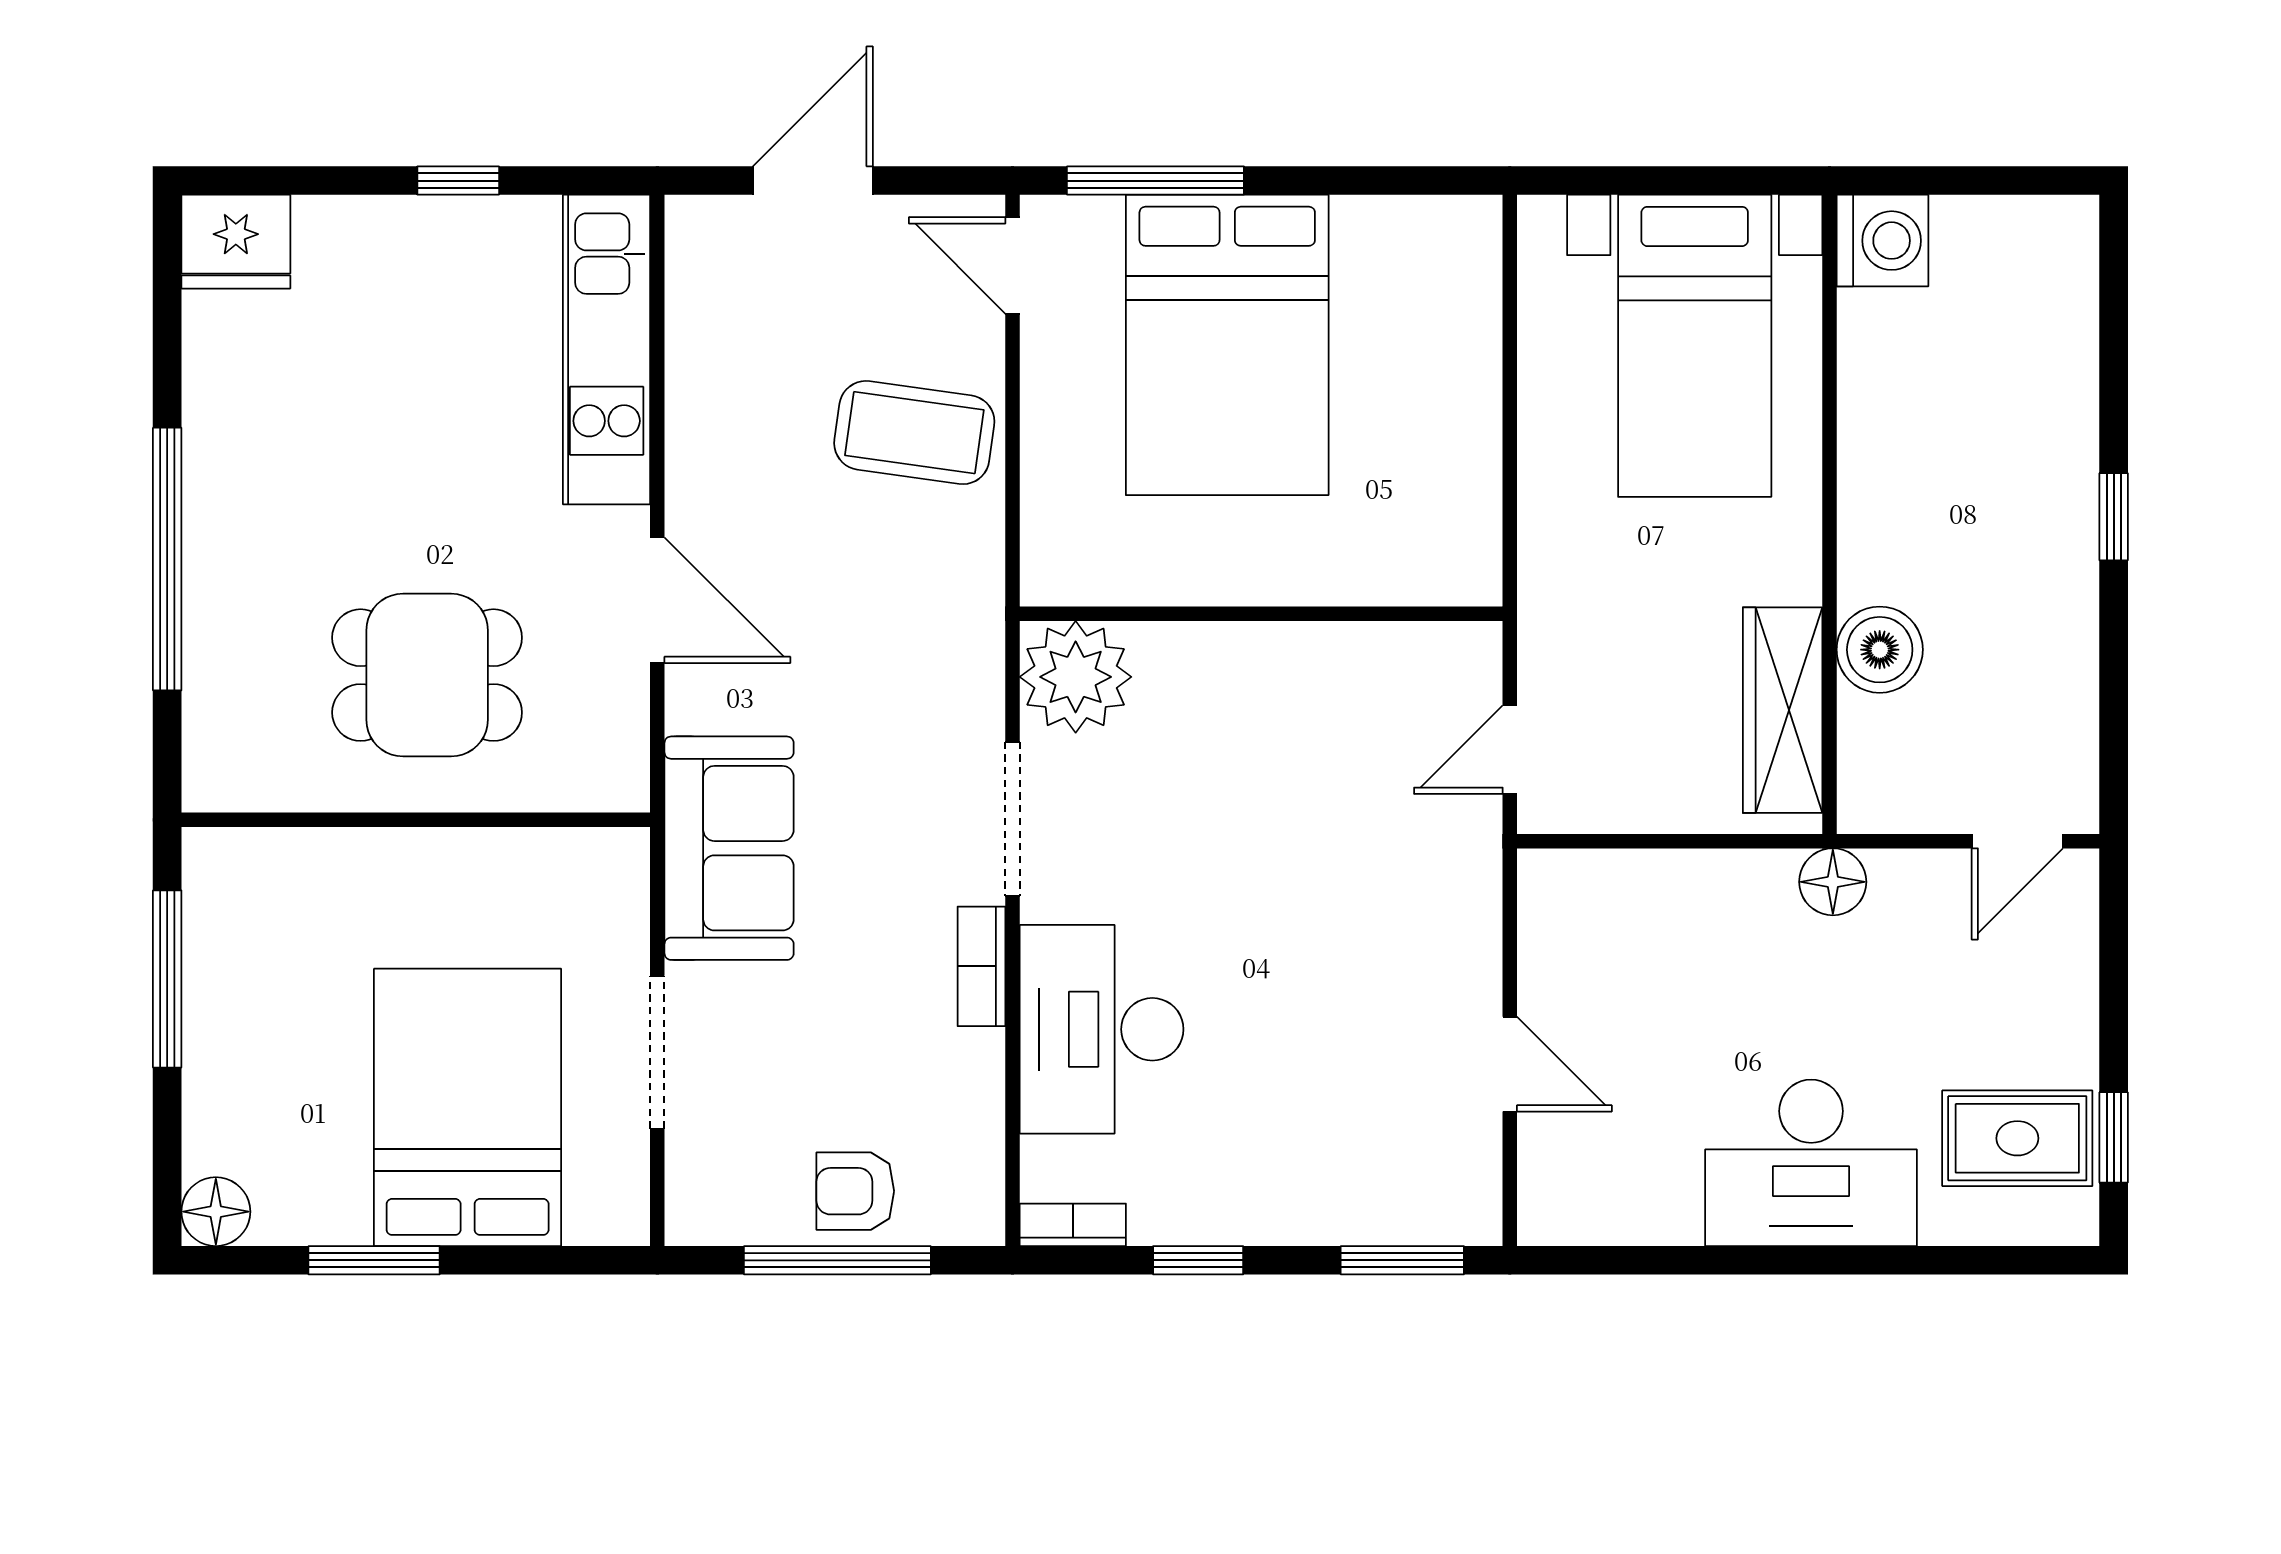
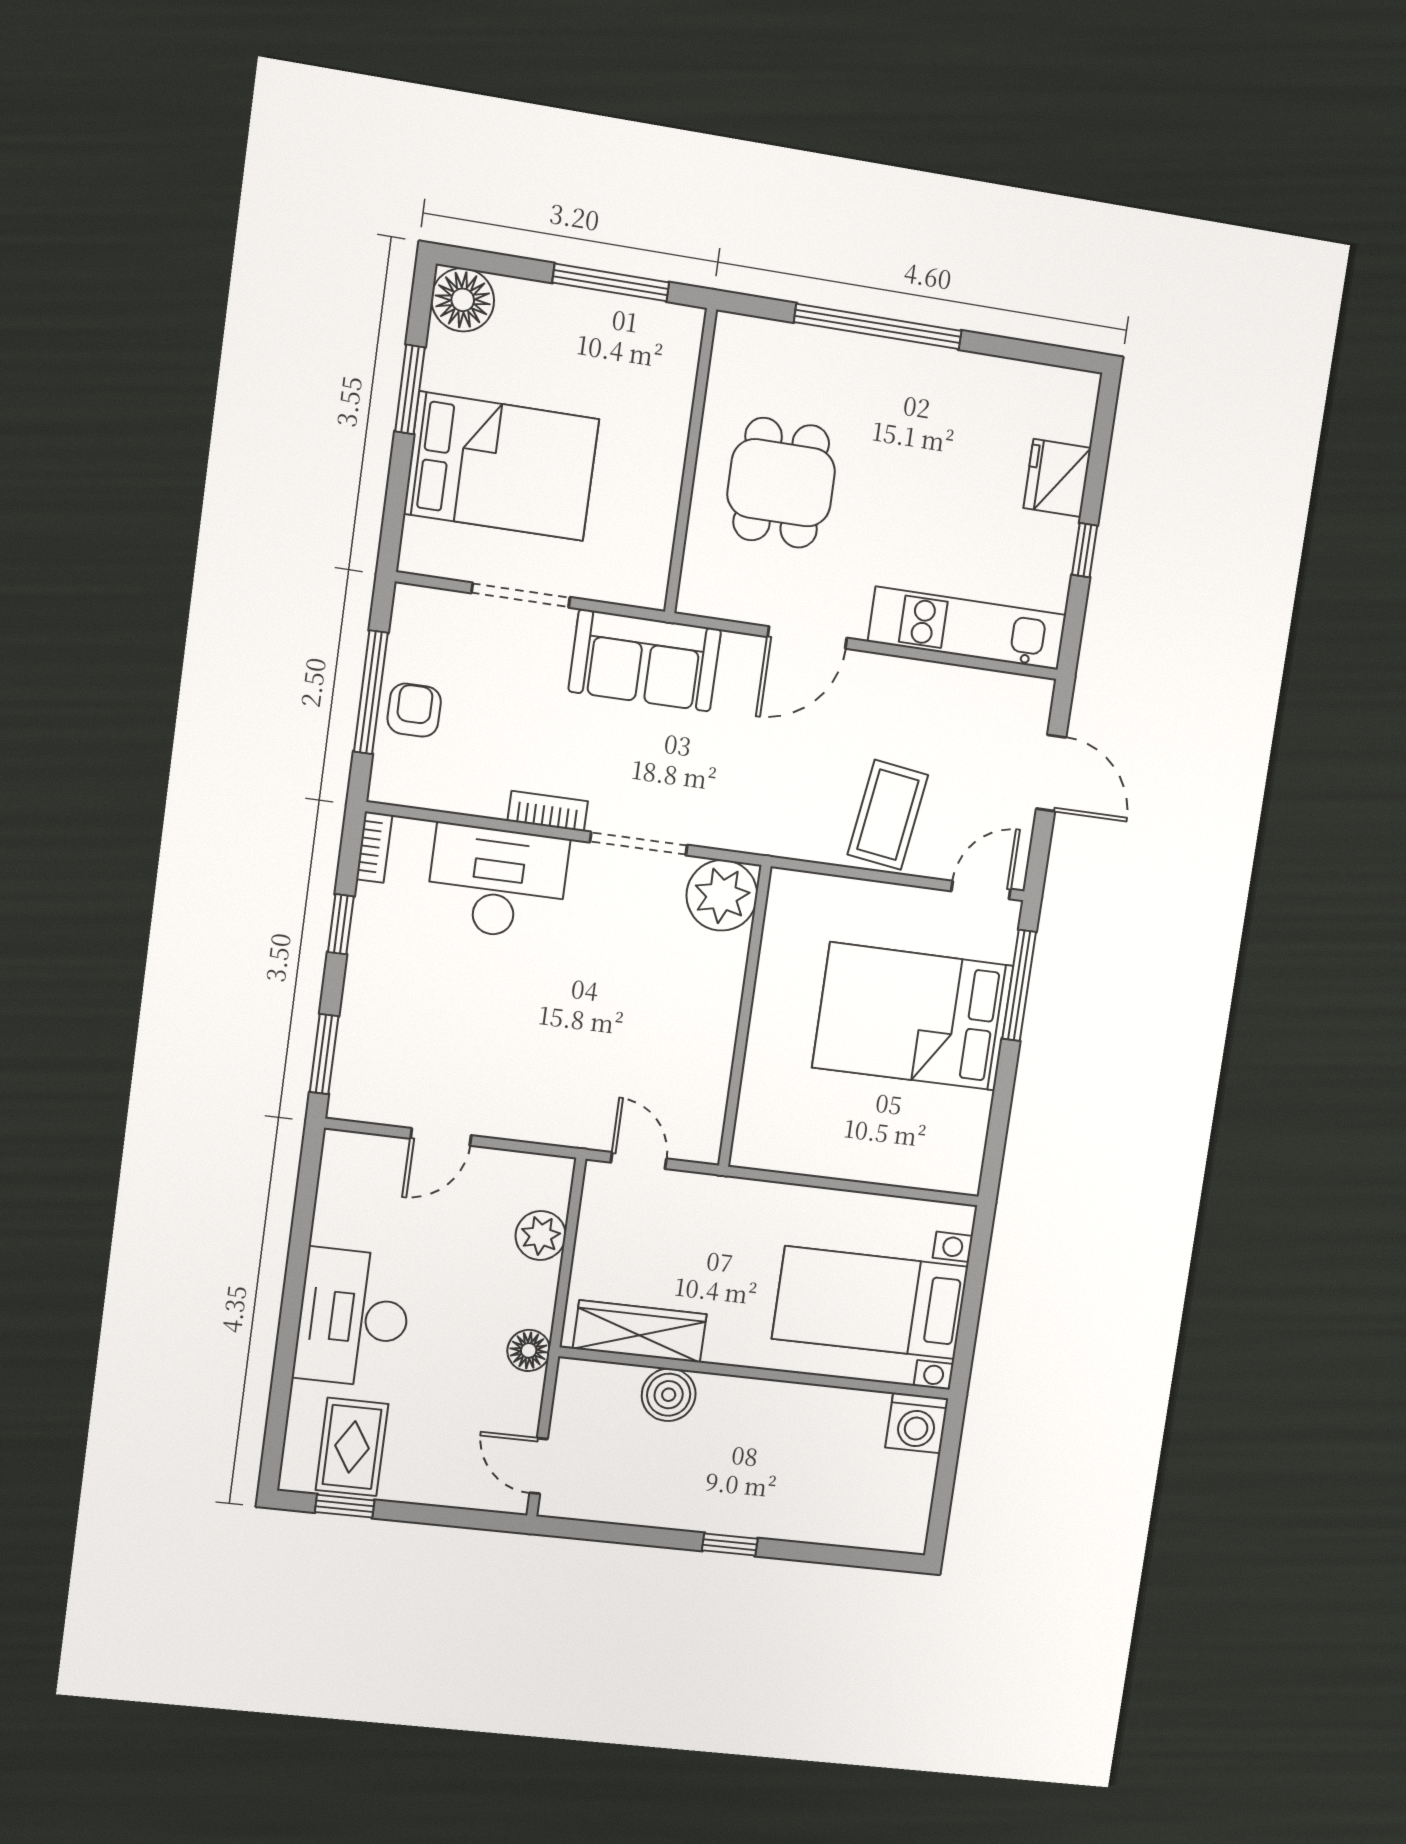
fridge: (236, 242) -> (1057, 478), moved
plant: (1647, 888) -> (541, 1235), added
floor lamp: (216, 1212) -> (463, 300), width x1.38, depth x1.38

